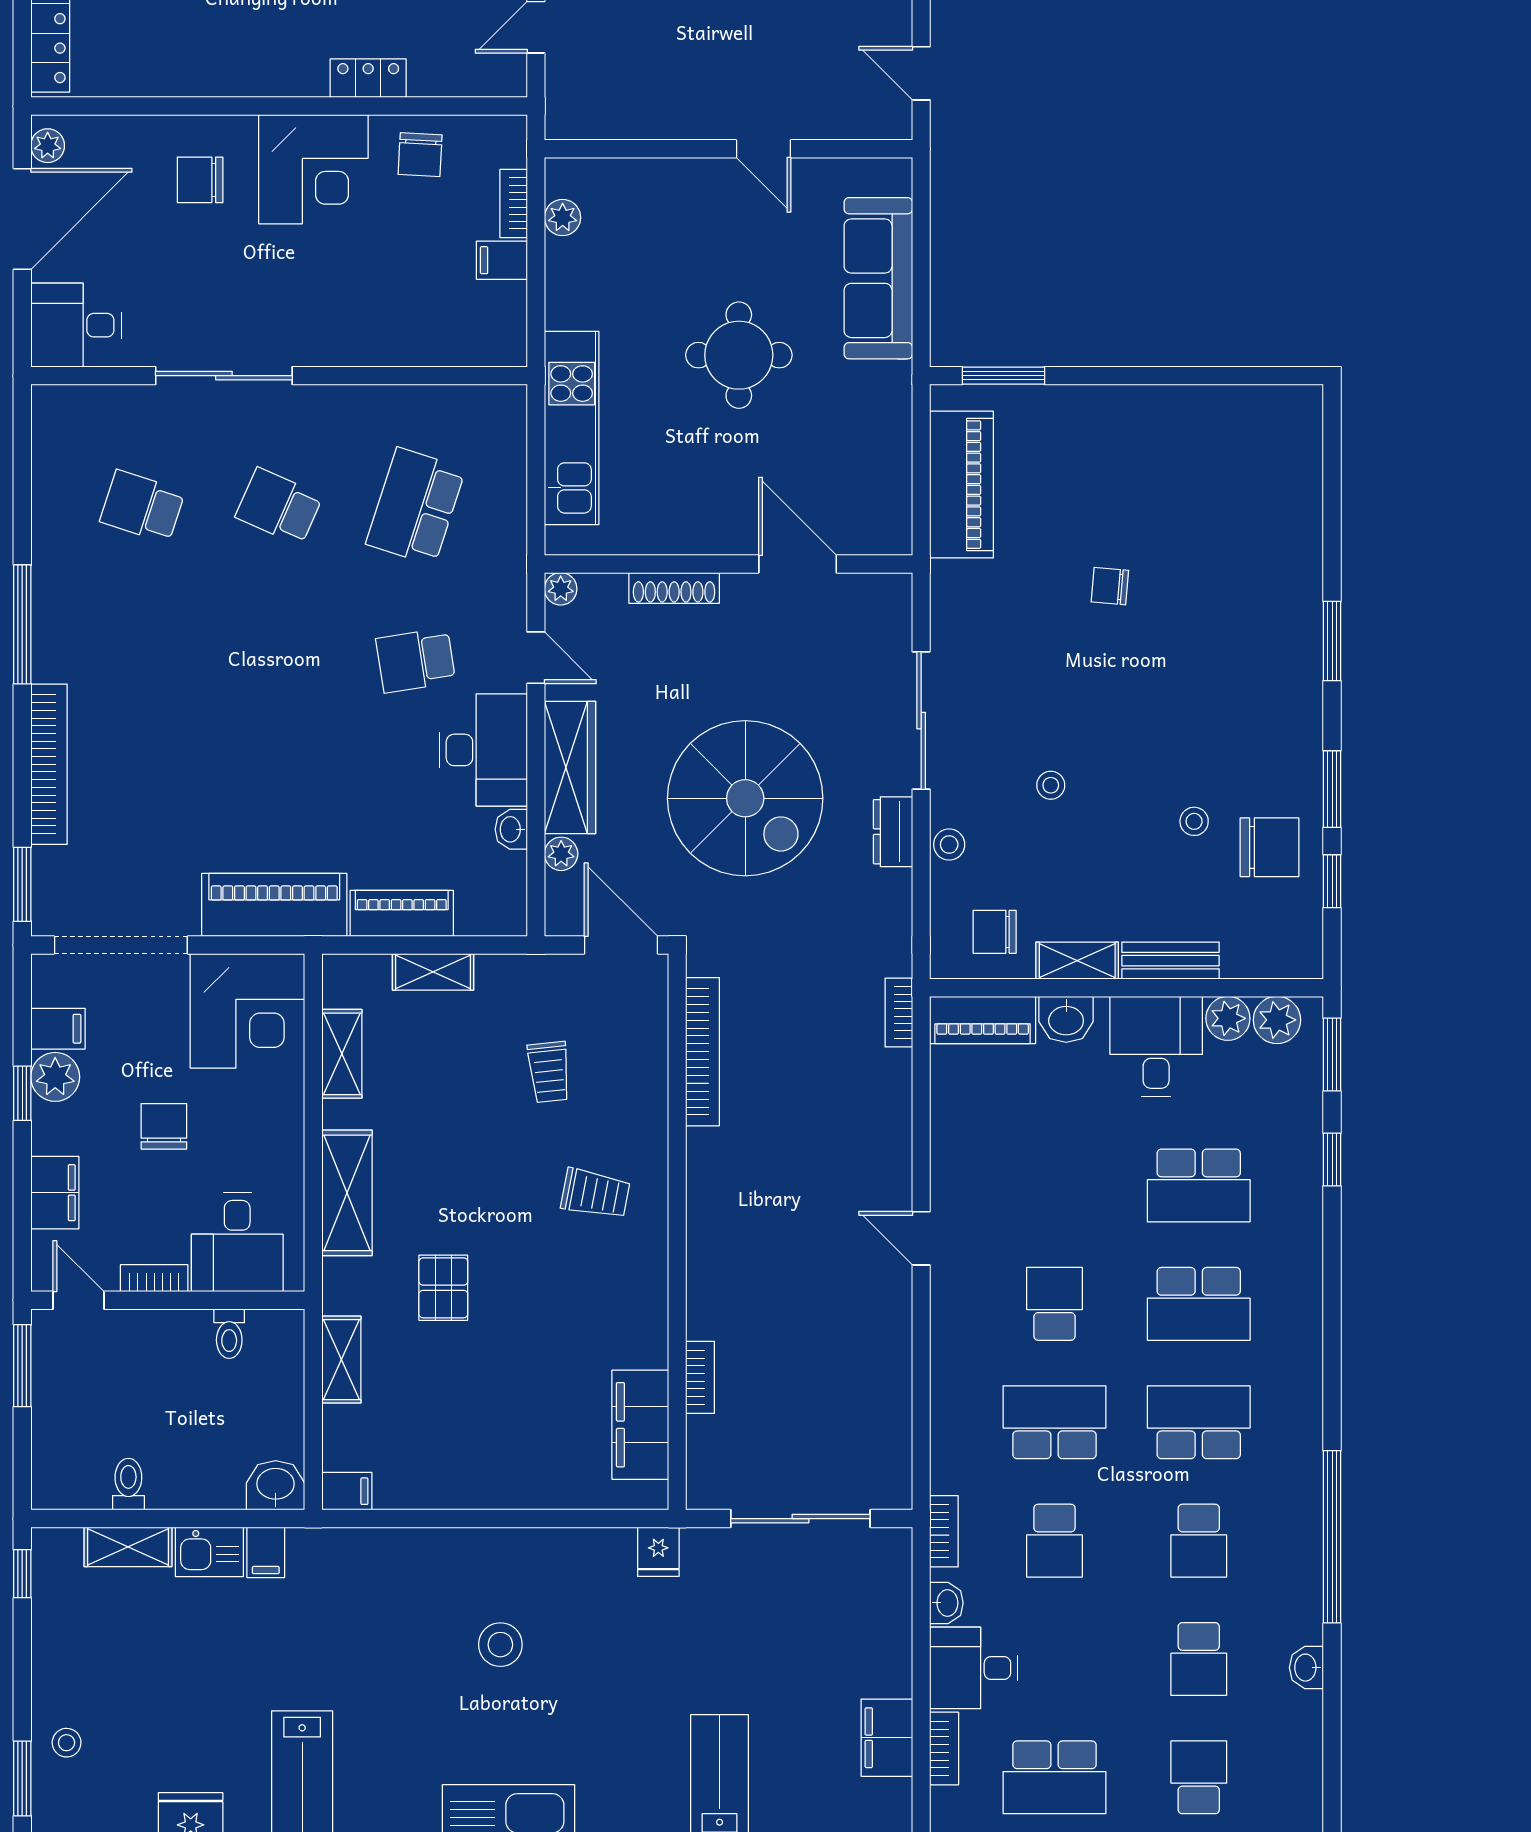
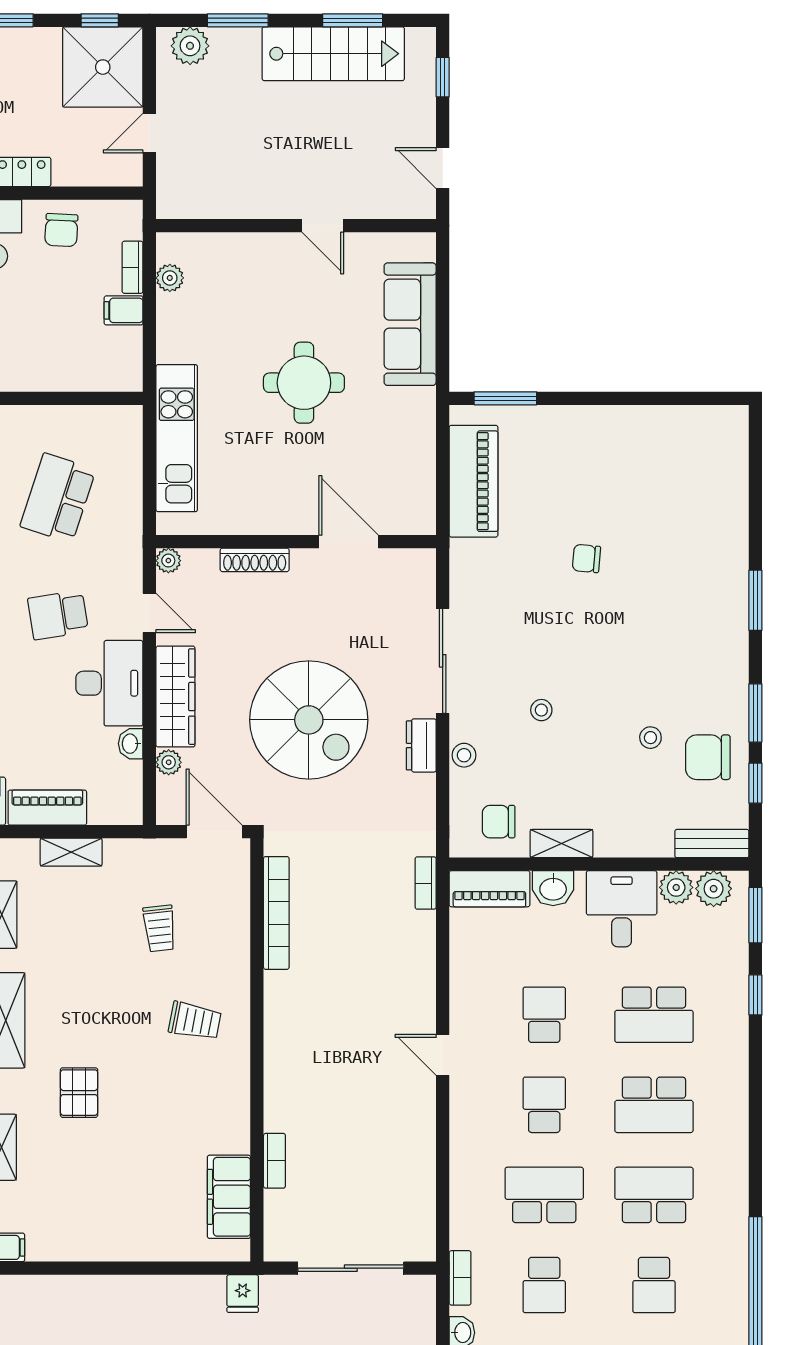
chair: (1270, 847) -> (708, 757), turned 180
bench: (1170, 961) -> (712, 844), moved
school desk: (1054, 1186) -> (544, 1015), added

